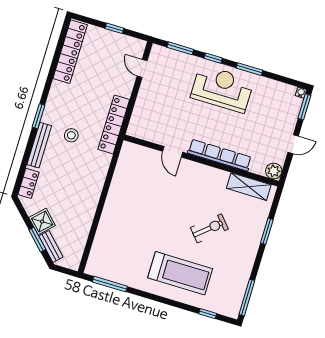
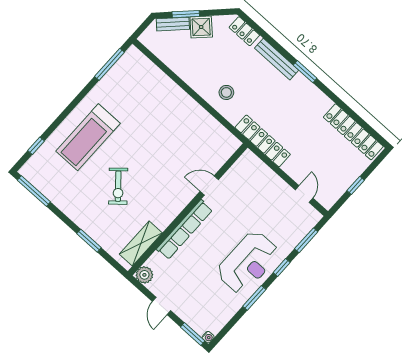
door: (142, 68) -> (304, 194), hinge flipped
stool: (71, 135) -> (226, 92), moved

